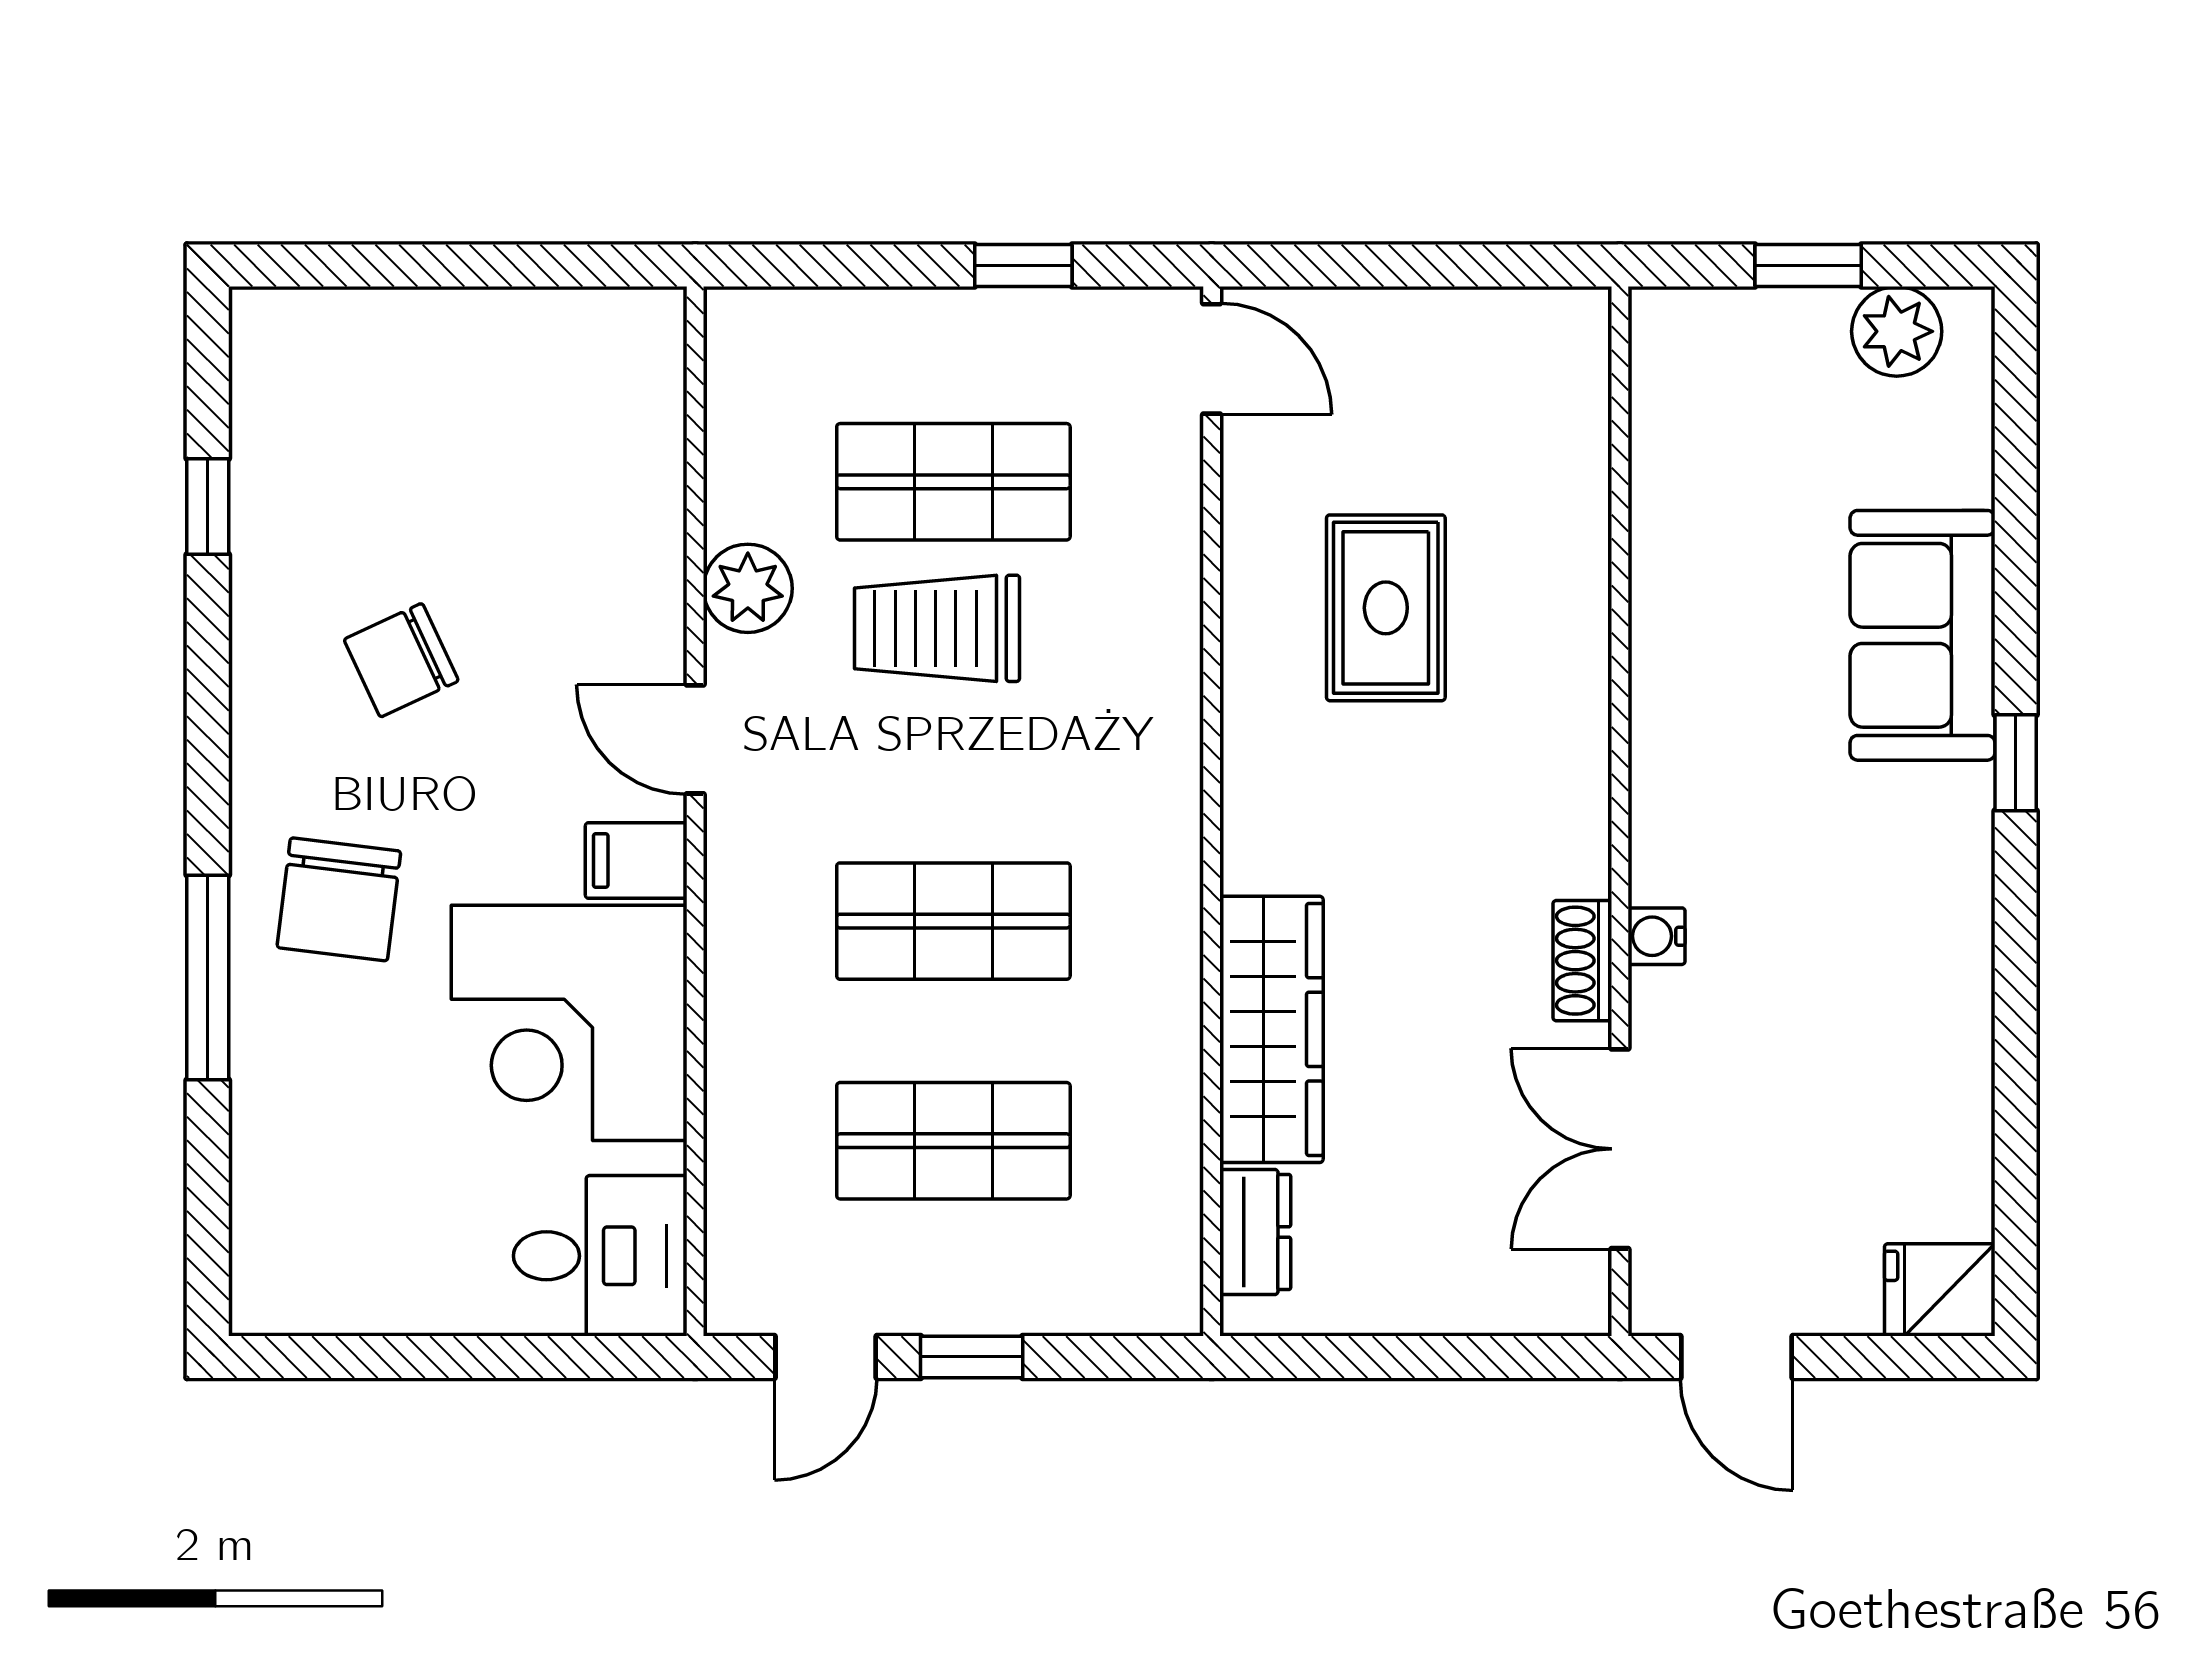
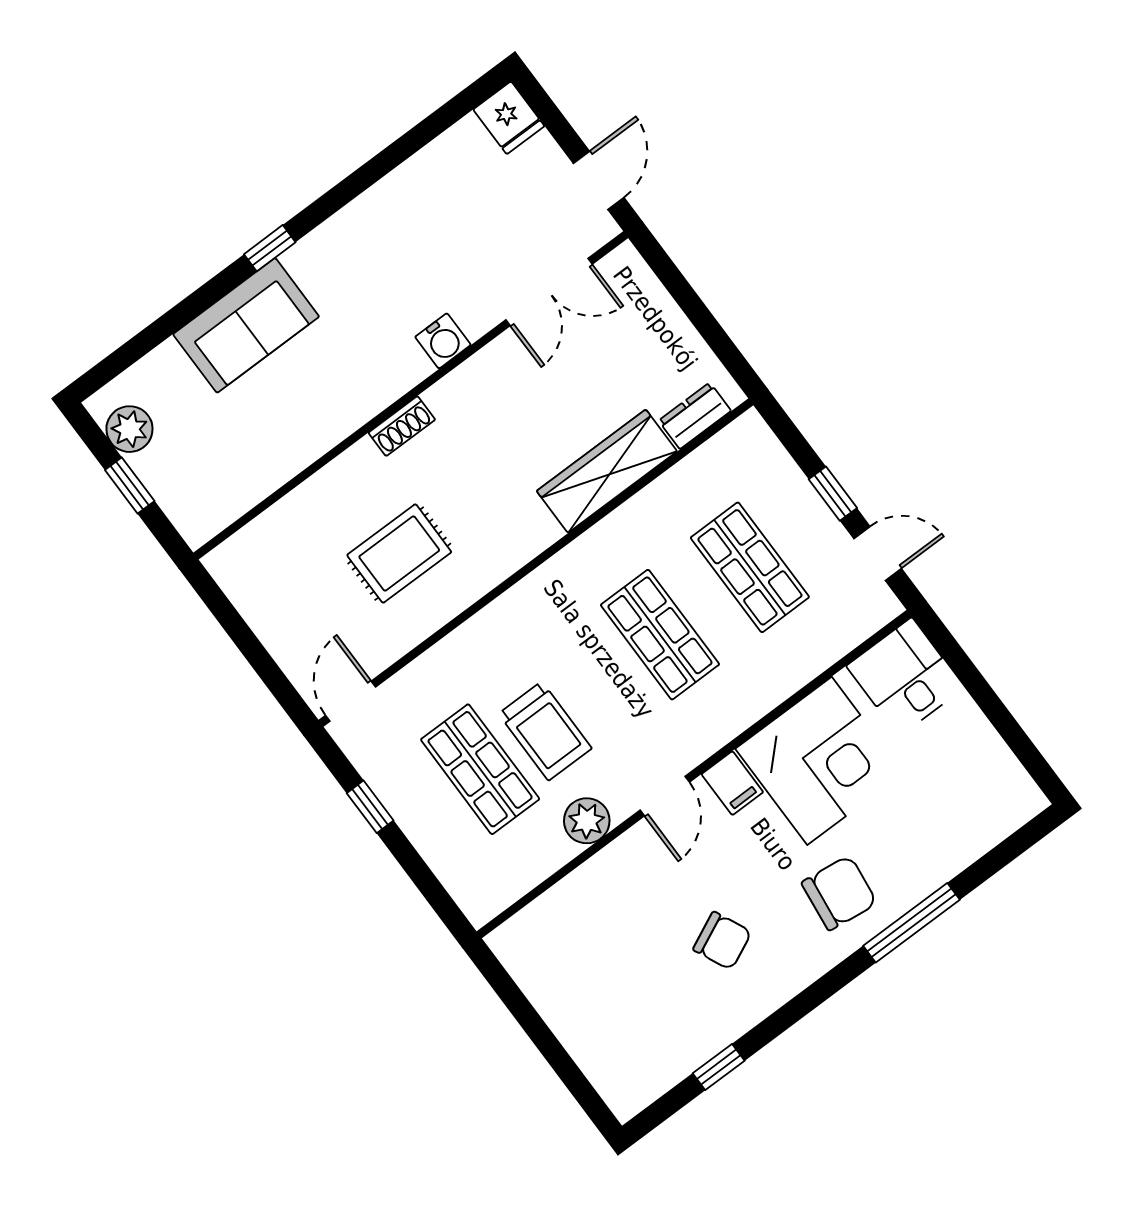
water cooler: (1657, 936) -> (443, 341), width x1.38, depth x1.38
shoe rack: (1582, 961) -> (402, 426), moved

